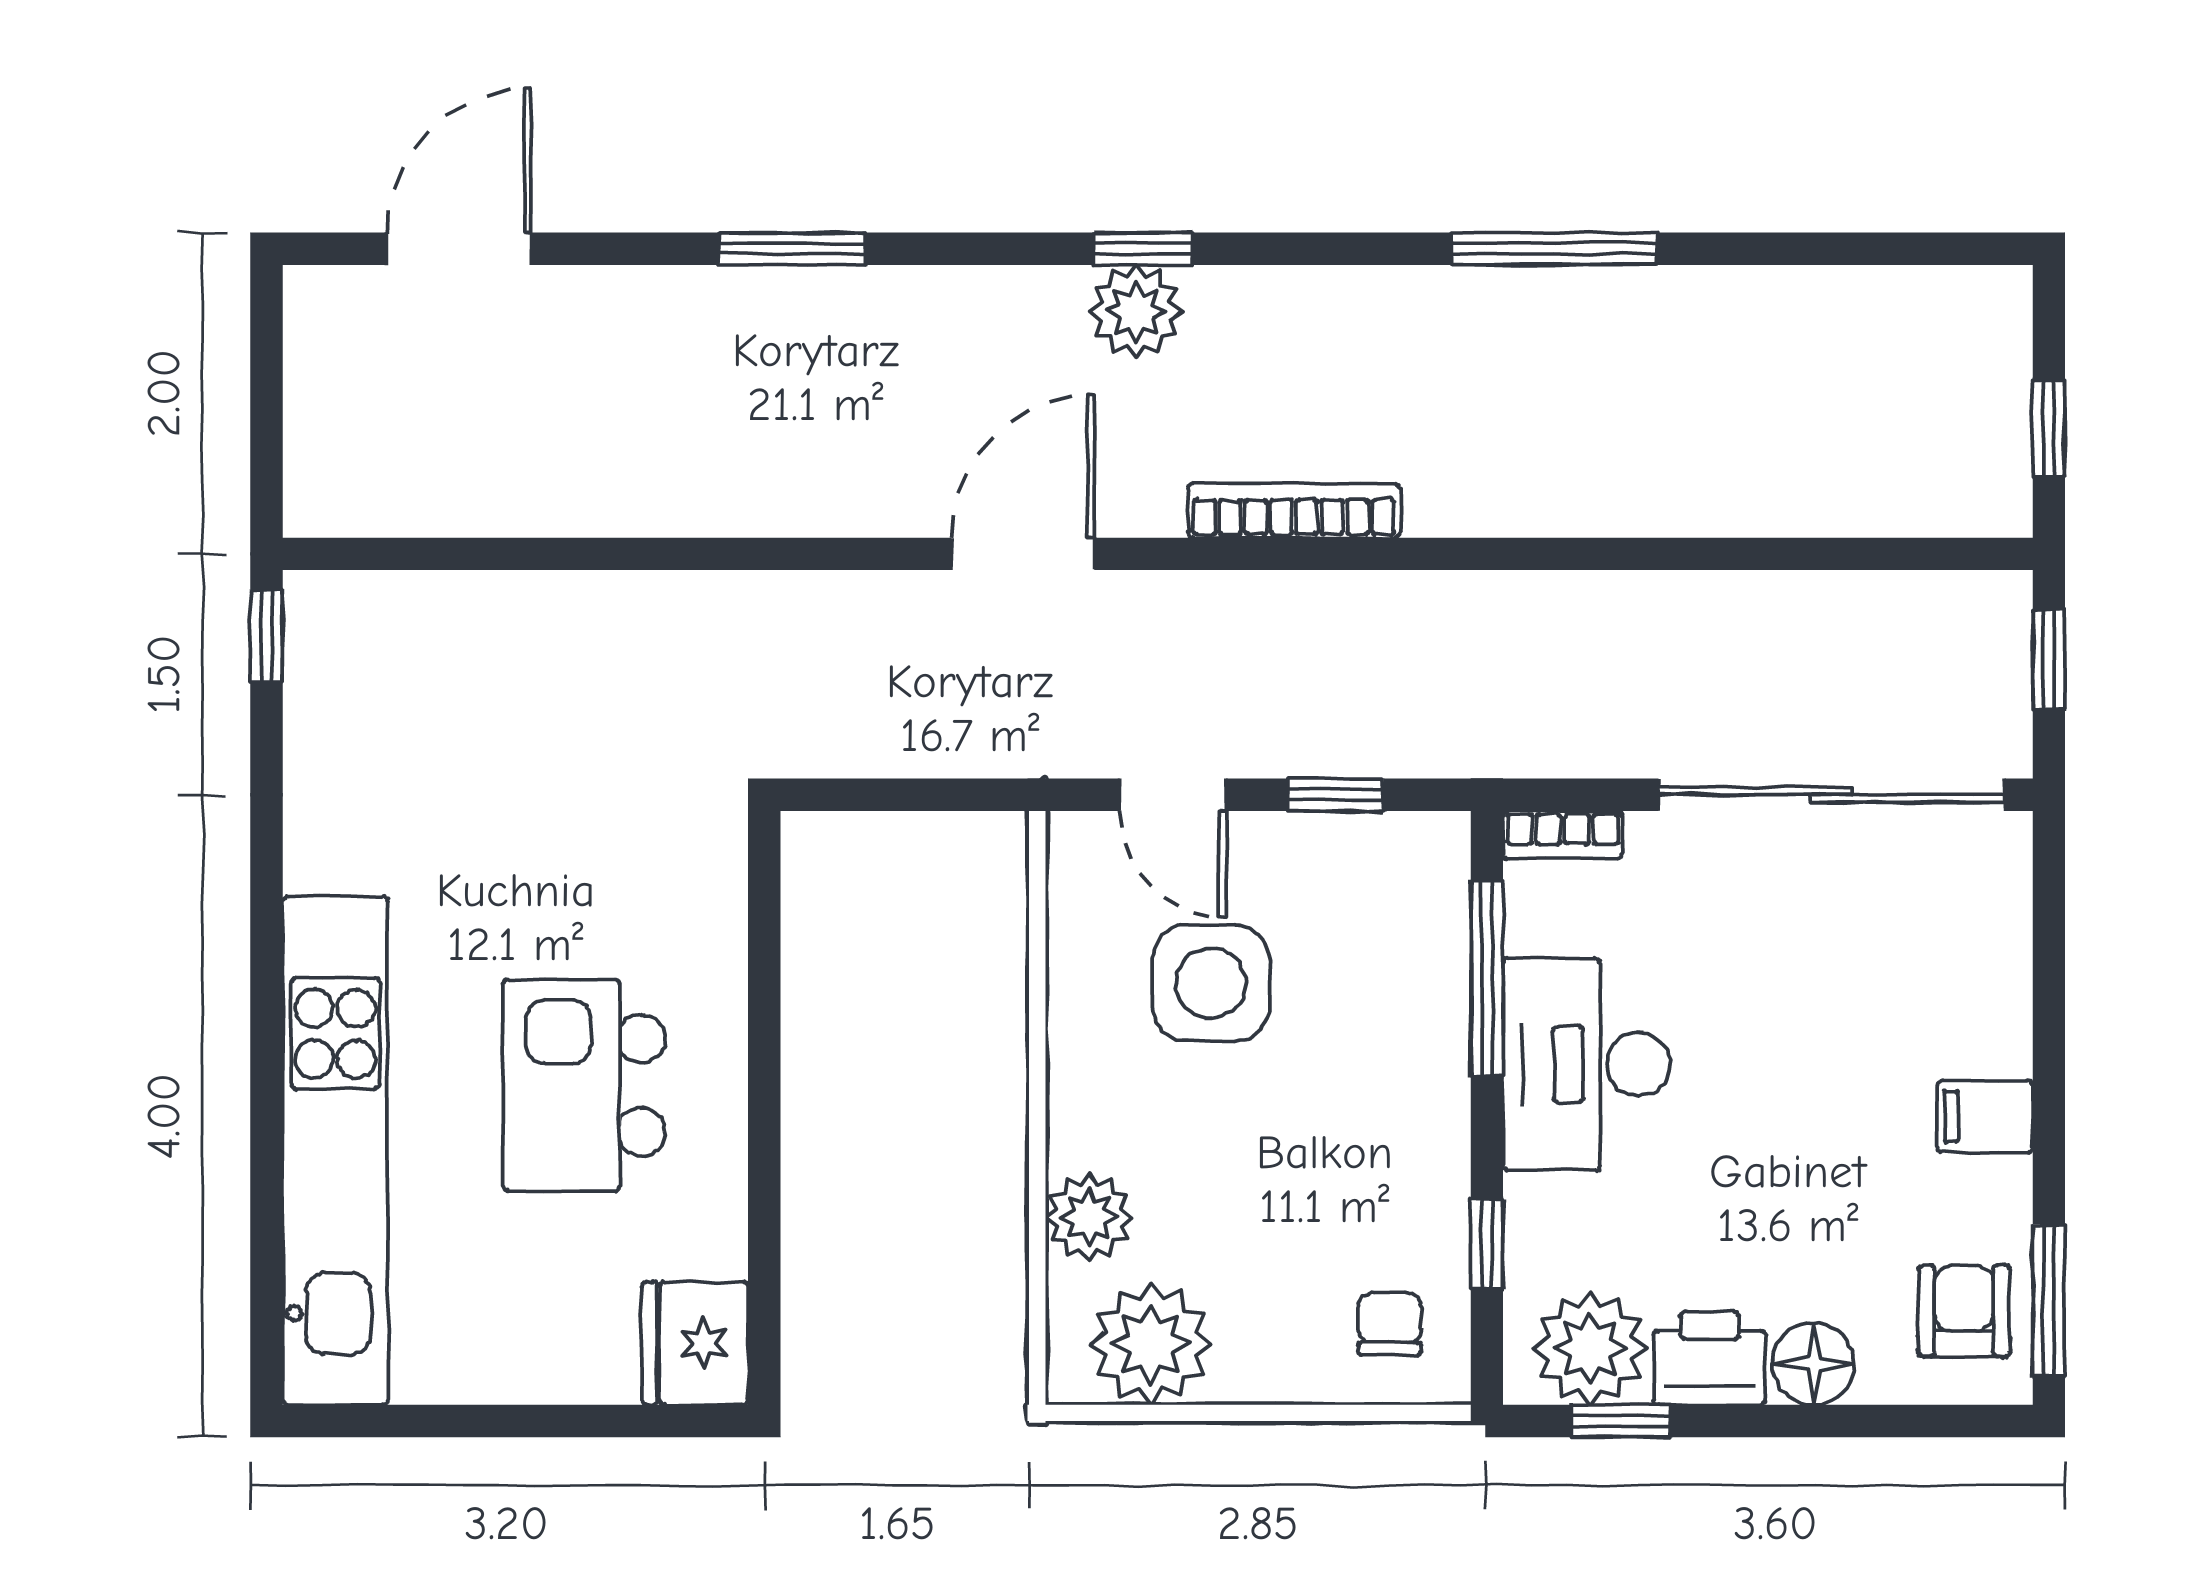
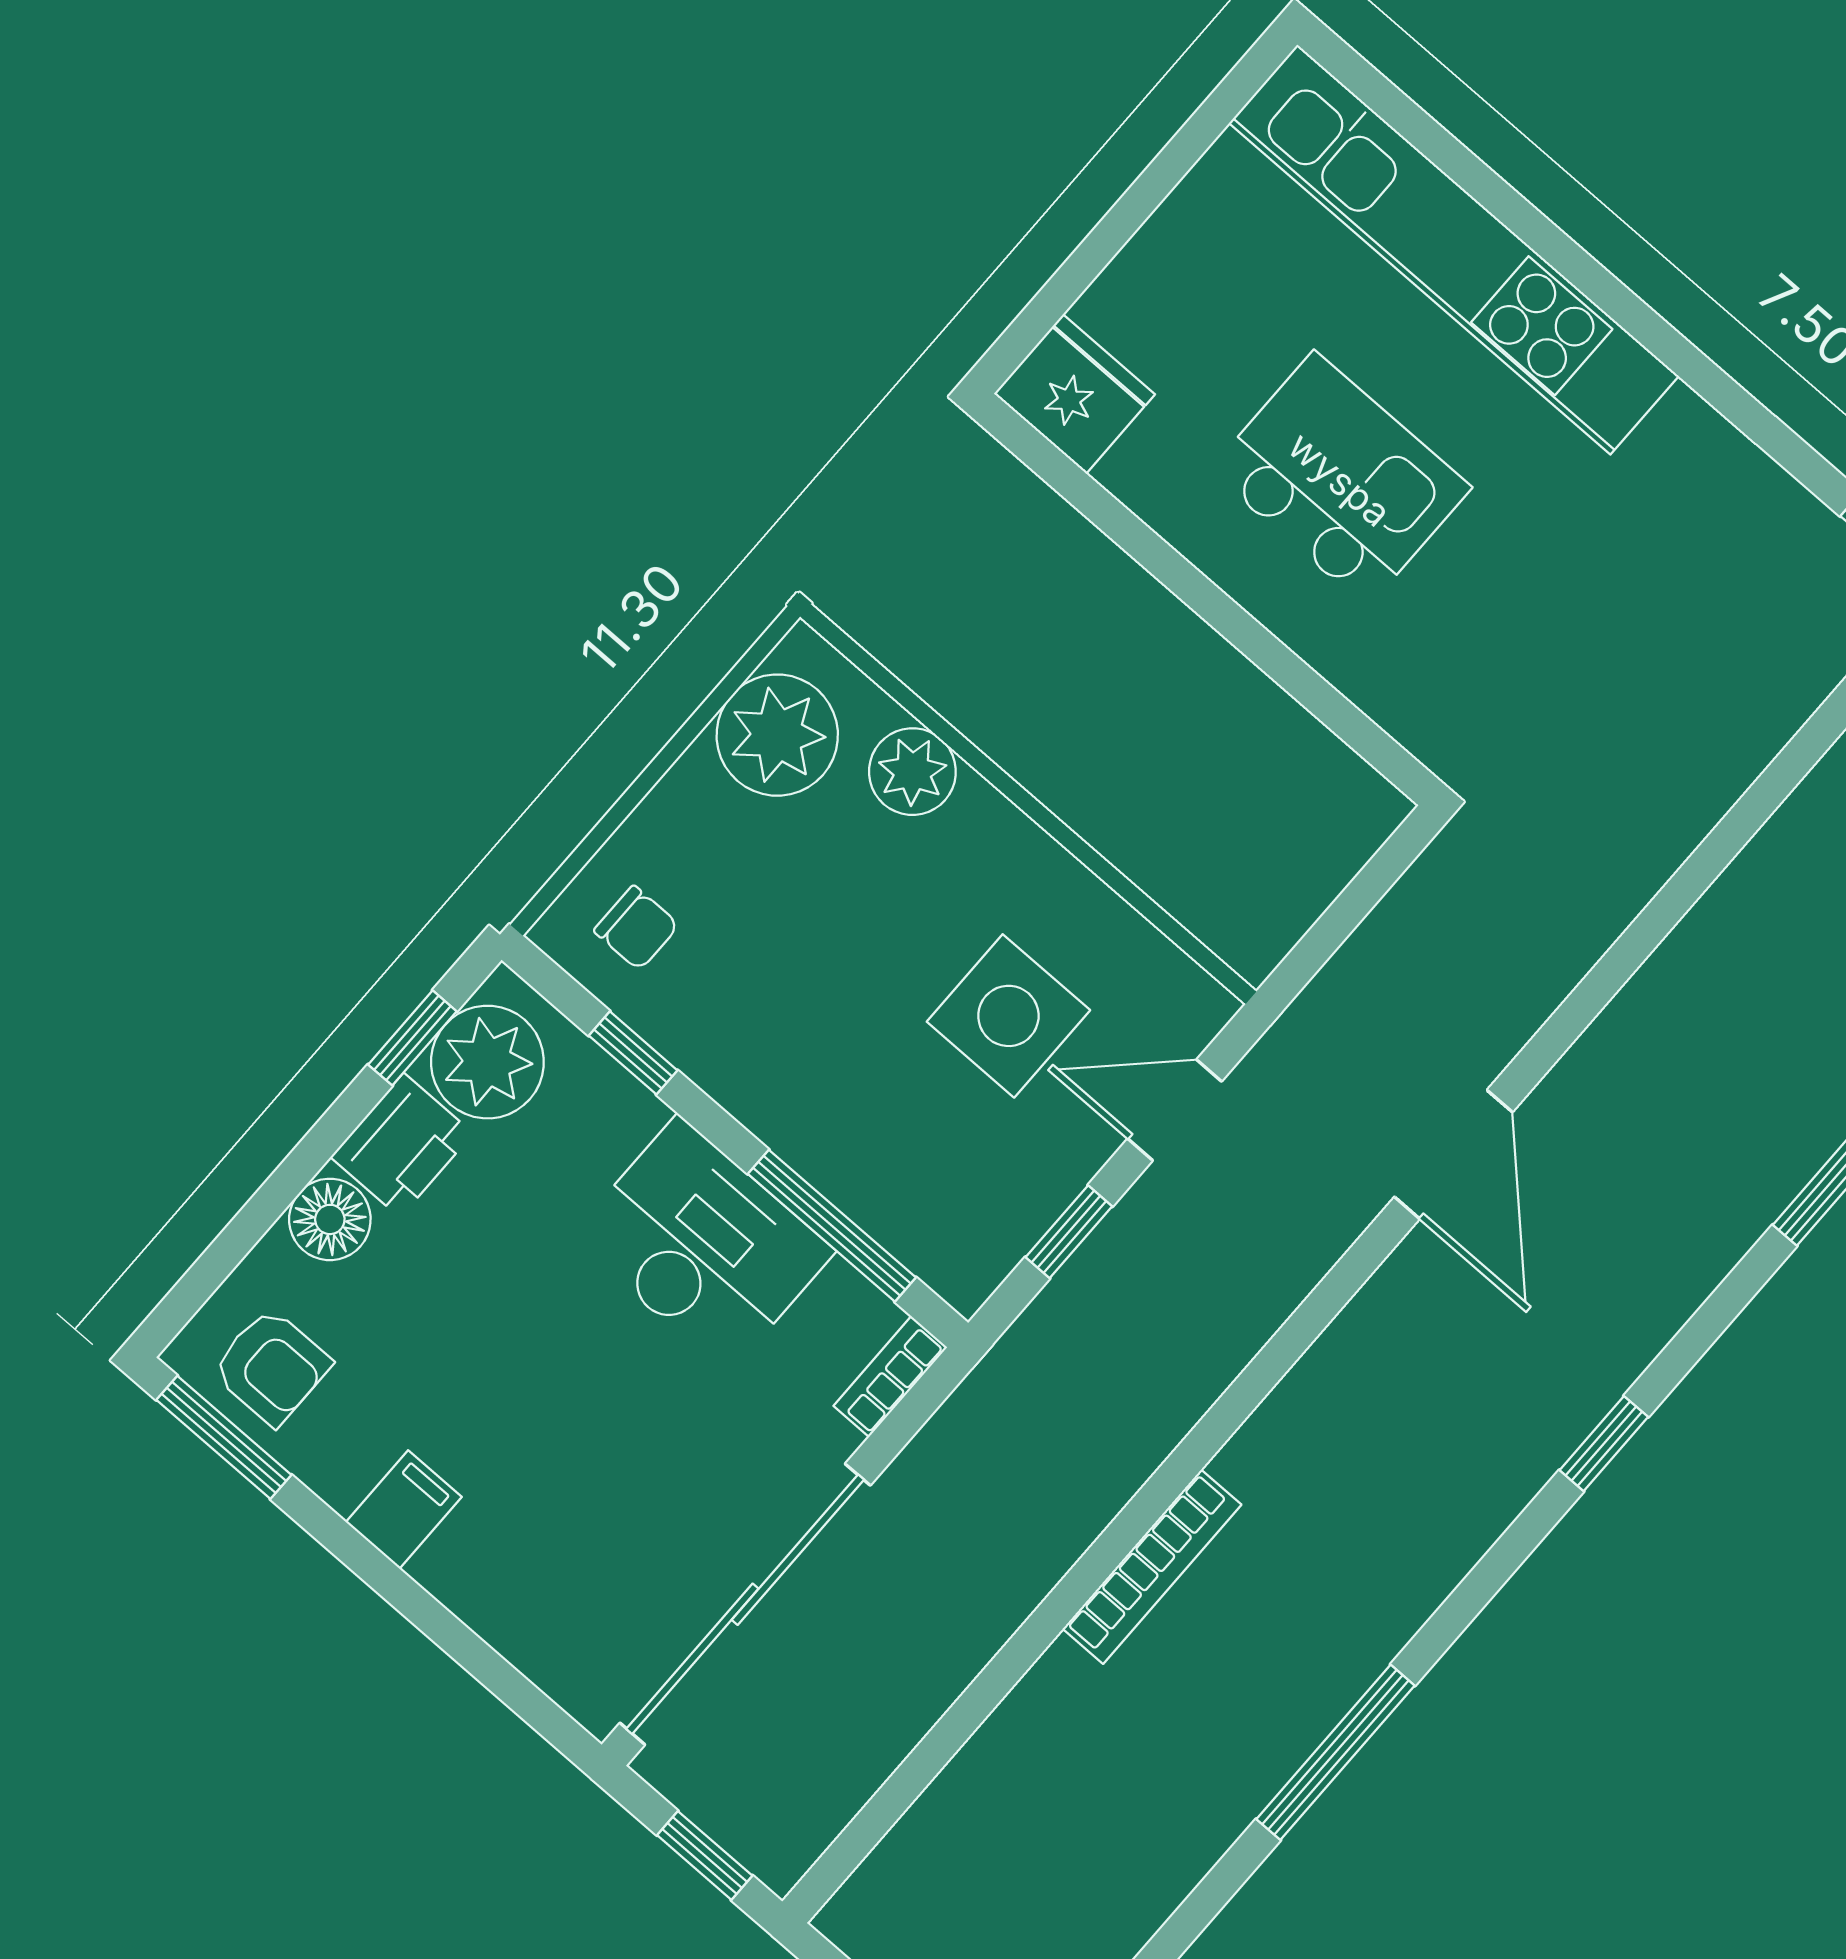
plant: (1136, 312) -> (1561, 1397), removed
bookcase: (1294, 511) -> (1152, 1567), moved

